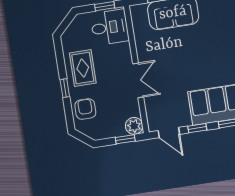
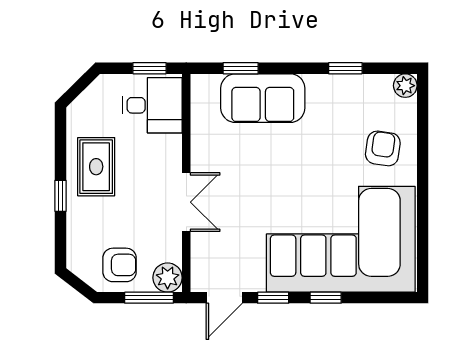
armchair: (85, 109) -> (120, 265), moved, turned 90
door: (169, 133) -> (224, 298), hinge flipped
window: (125, 139) -> (149, 298), width x1.50

